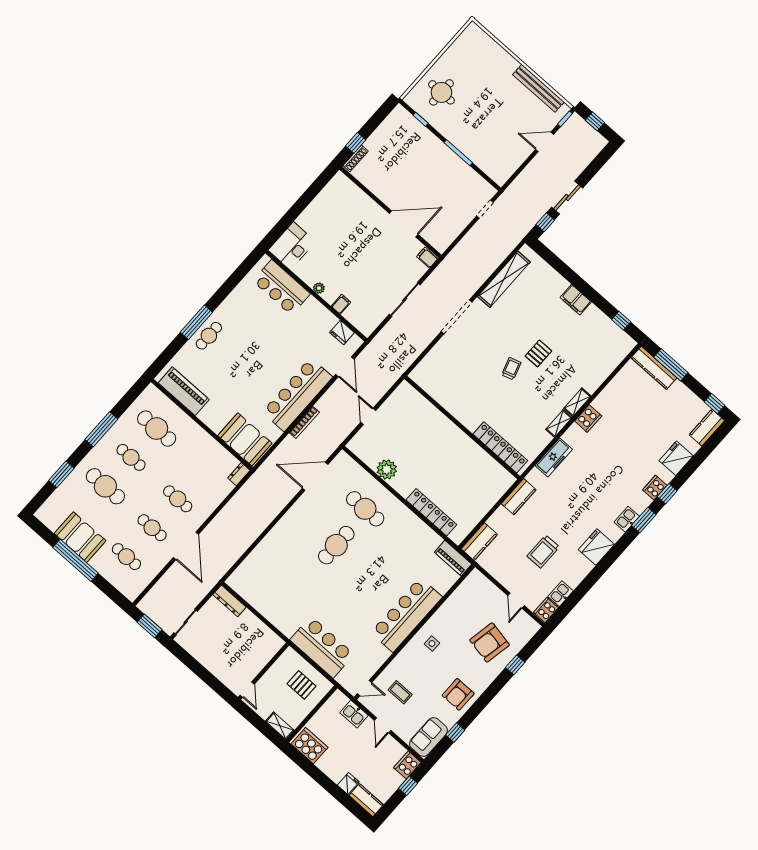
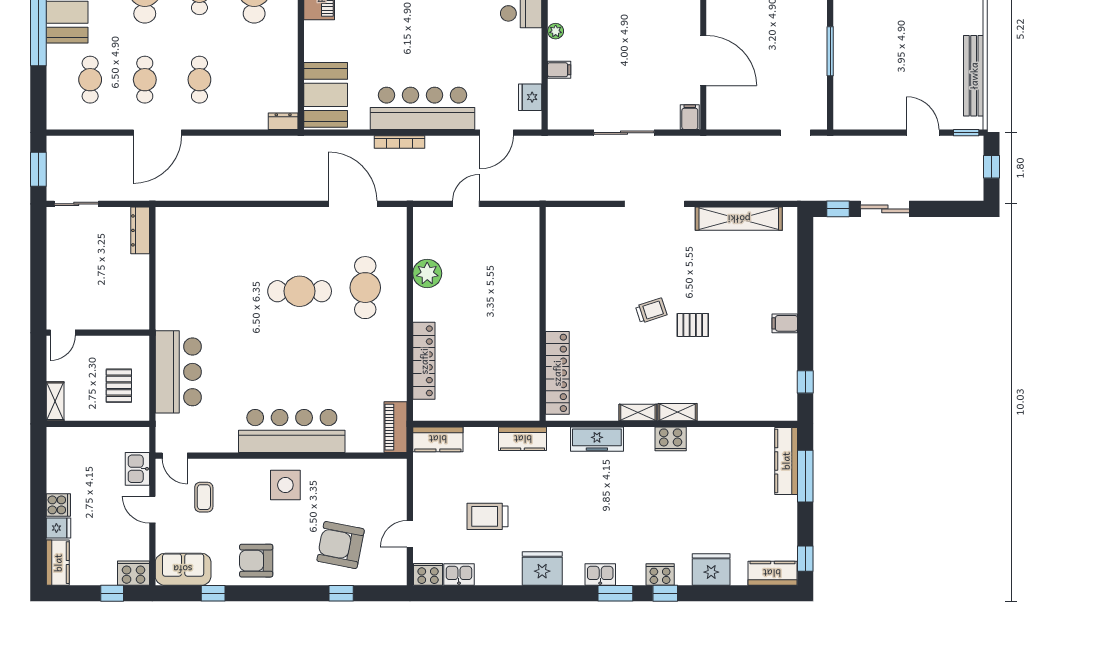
filing cabinet: (576, 300) -> (785, 323), width x0.50
side table: (432, 643) -> (285, 485), width x1.87, depth x1.87
door: (383, 725) -> (152, 510), hinge flipped
cooker: (309, 746) -> (58, 505), moved, width x0.53, depth x0.76

